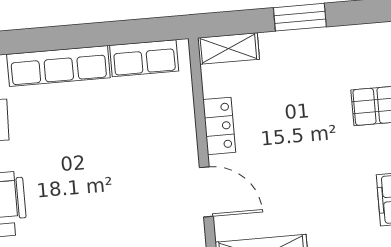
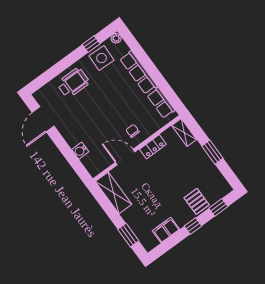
chair: (165, 146) -> (133, 131), added
door: (206, 192) -> (125, 157), swing flipped

